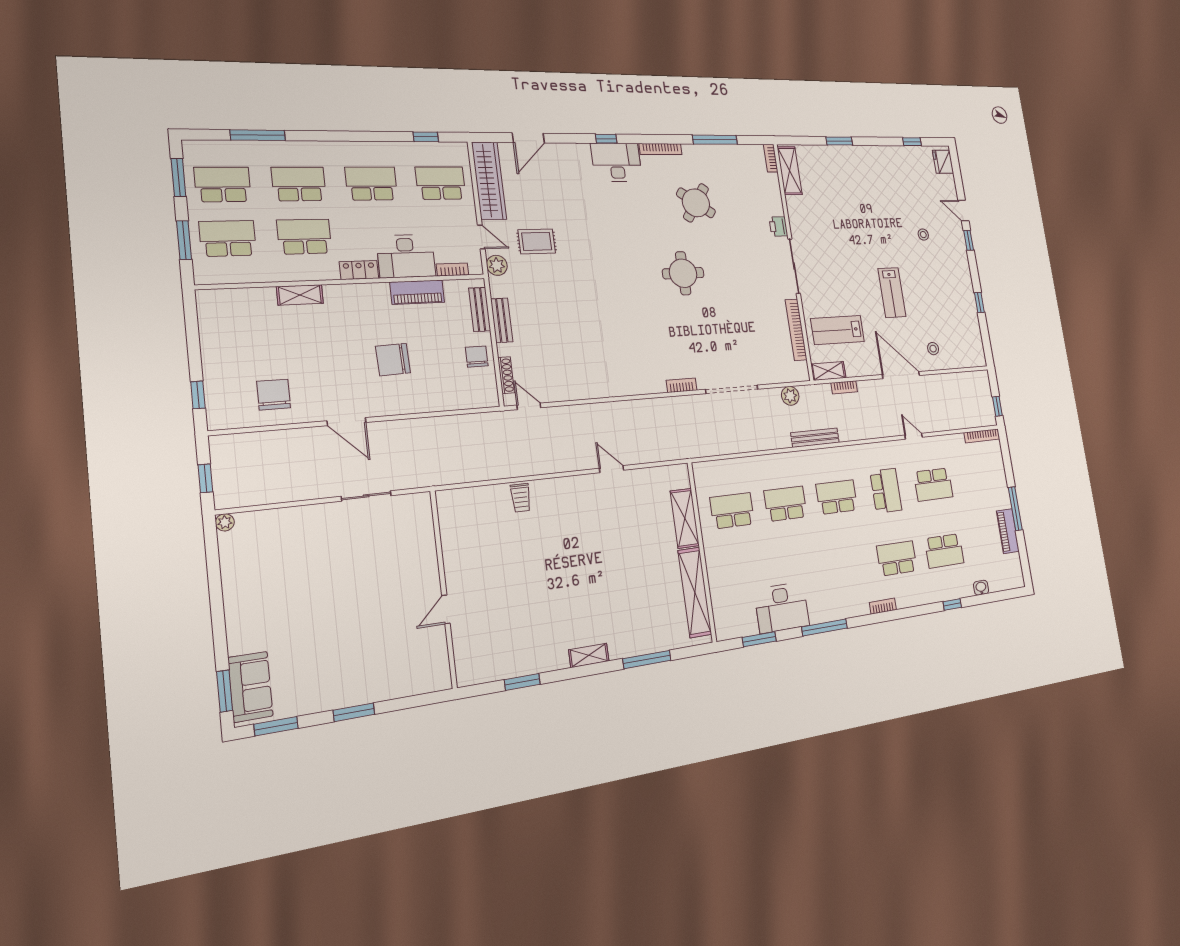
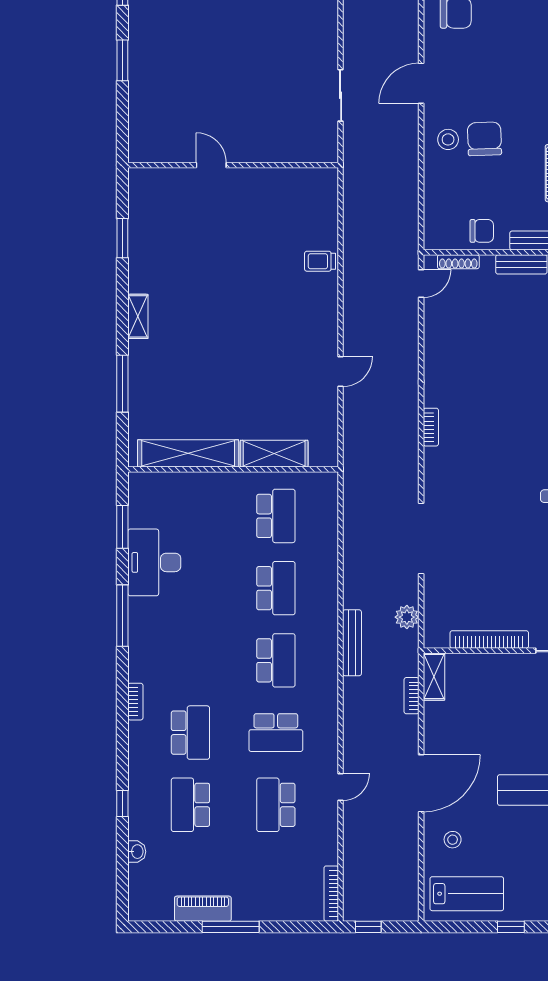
lab bench: (838, 330) -> (467, 894), moved, turned 90
bookcase: (682, 385) -> (431, 427), moved
stool: (397, 393) -> (448, 139), added

